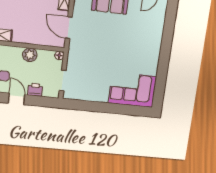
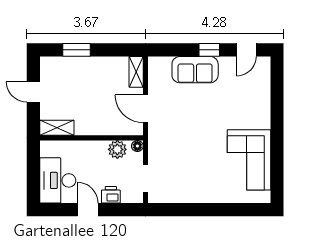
plant: (30, 55) -> (117, 149), moved
corner sofa: (132, 90) -> (249, 160), moved, turned -90

